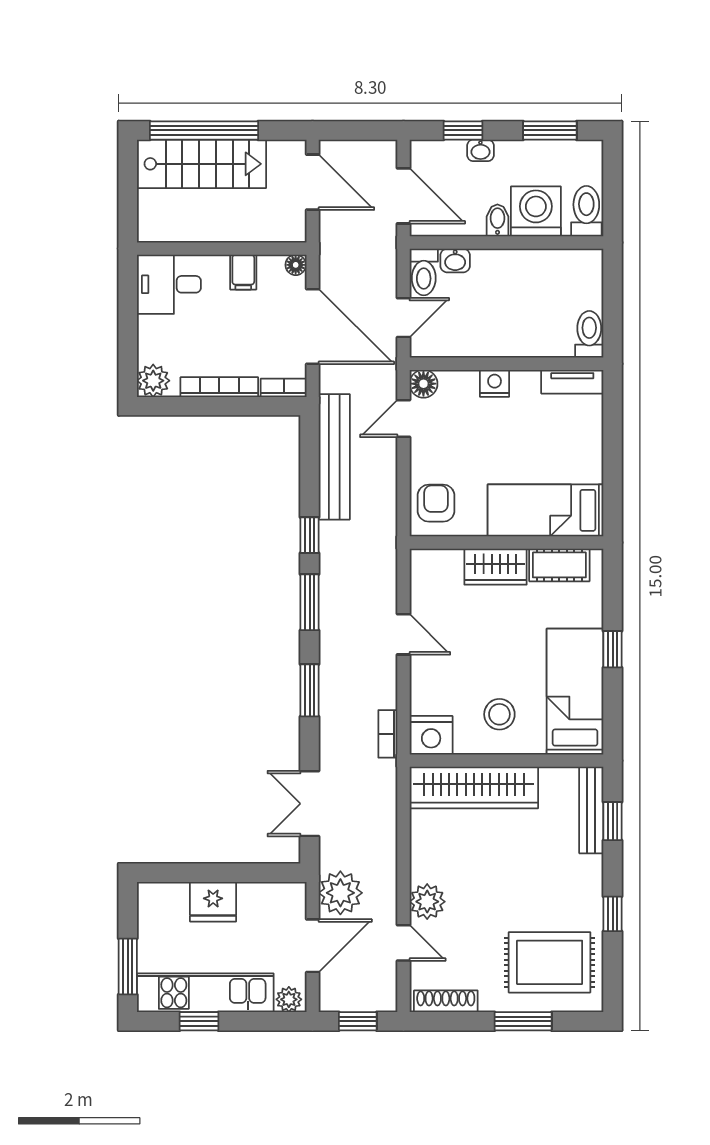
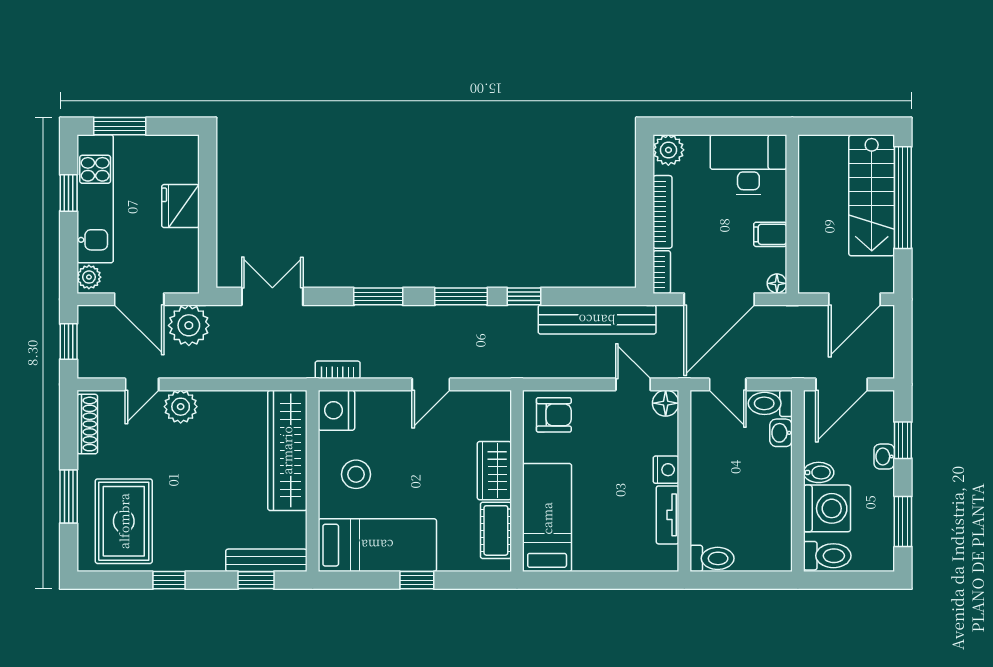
desk: (169, 284) -> (748, 165), width x1.37
tv unit: (572, 382) -> (668, 515), moved

